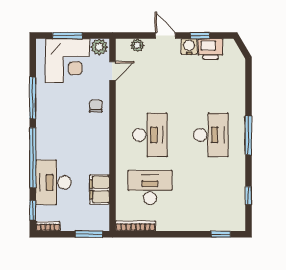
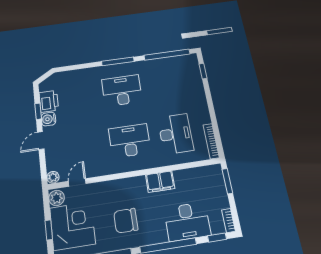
window: (67, 36) -> (49, 230), width x0.67
plant: (137, 45) -> (53, 177), moved
door: (112, 71) -> (77, 182), hinge flipped
chair: (96, 106) -> (126, 221), moved, width x1.87, depth x1.87
desk: (150, 188) -> (176, 134), turned 180
filing cabinet: (99, 189) -> (160, 182), moved
window: (248, 196) -> (167, 55), width x3.17

